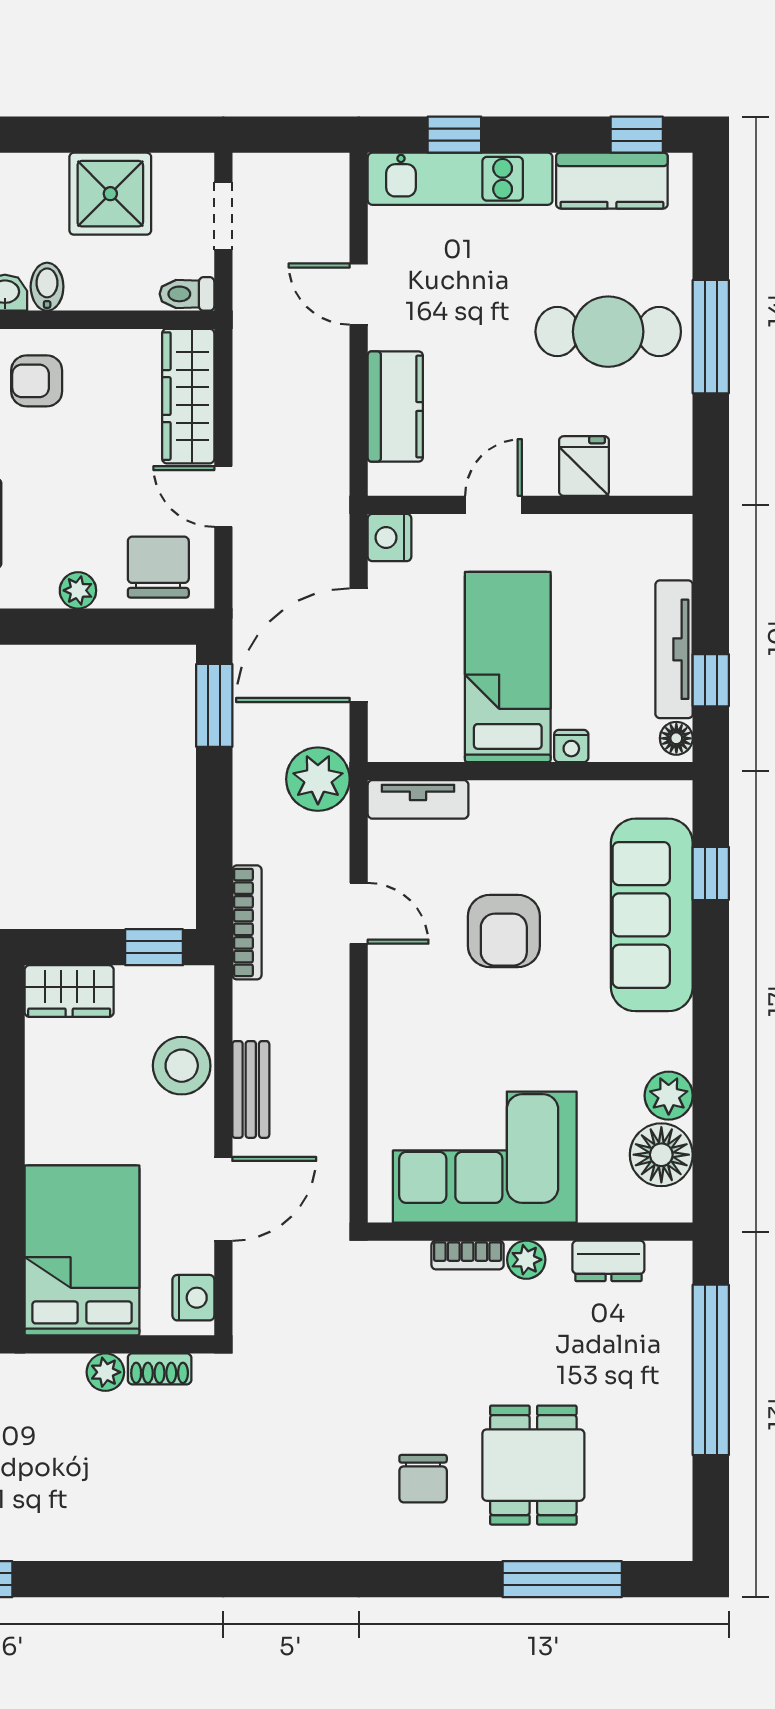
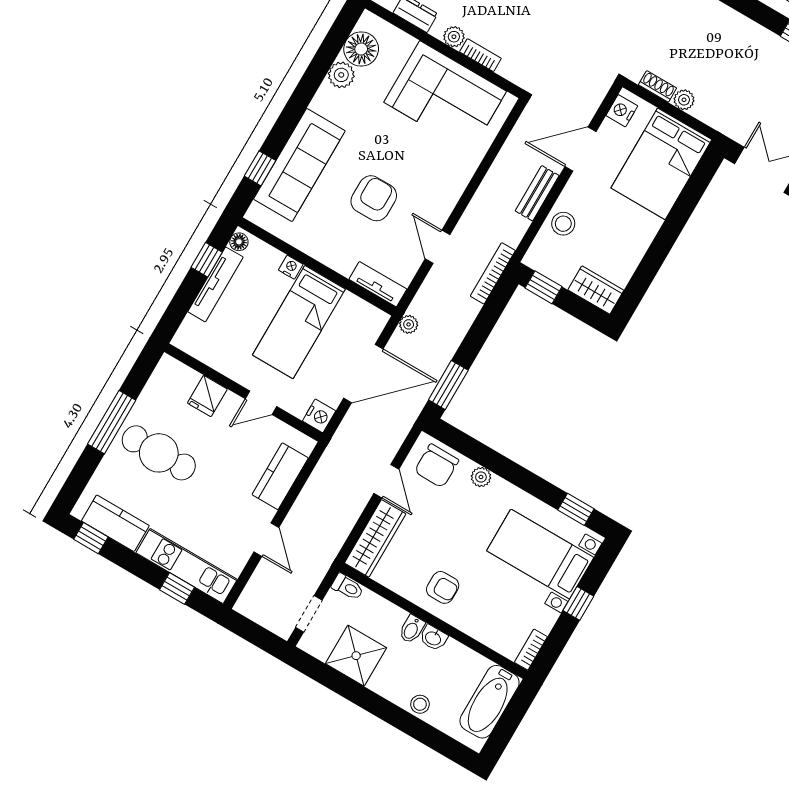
plant: (318, 779) -> (409, 324), width x0.53, depth x0.53
stool: (182, 1066) -> (563, 224), width x0.73, depth x0.73

